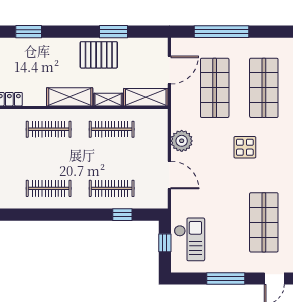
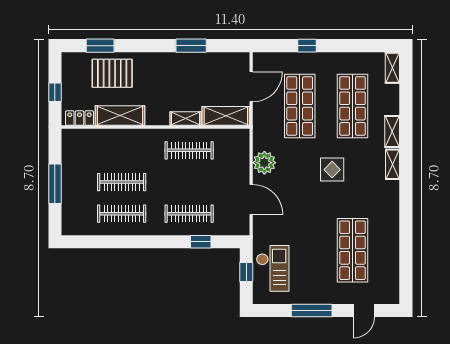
window: (221, 32) -> (307, 46), width x0.32
pallet: (99, 55) -> (112, 73), moved
shelving: (70, 97) -> (120, 116), moved
clothes rail: (49, 129) -> (122, 182), moved

